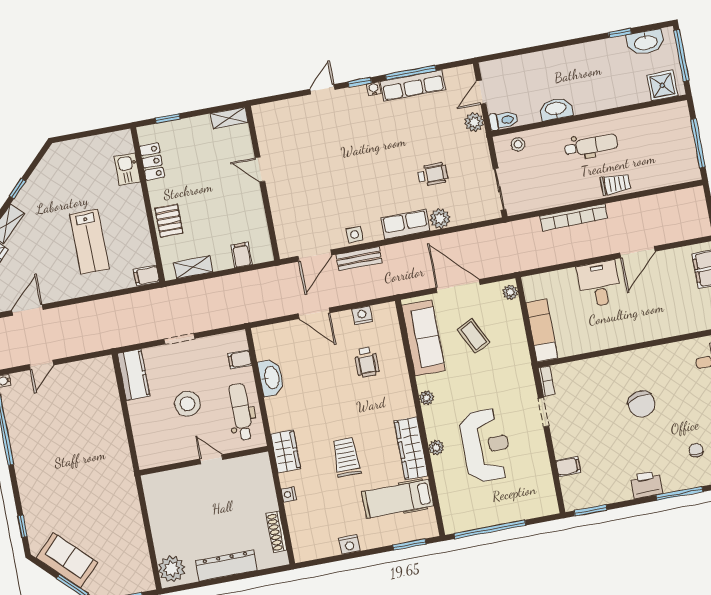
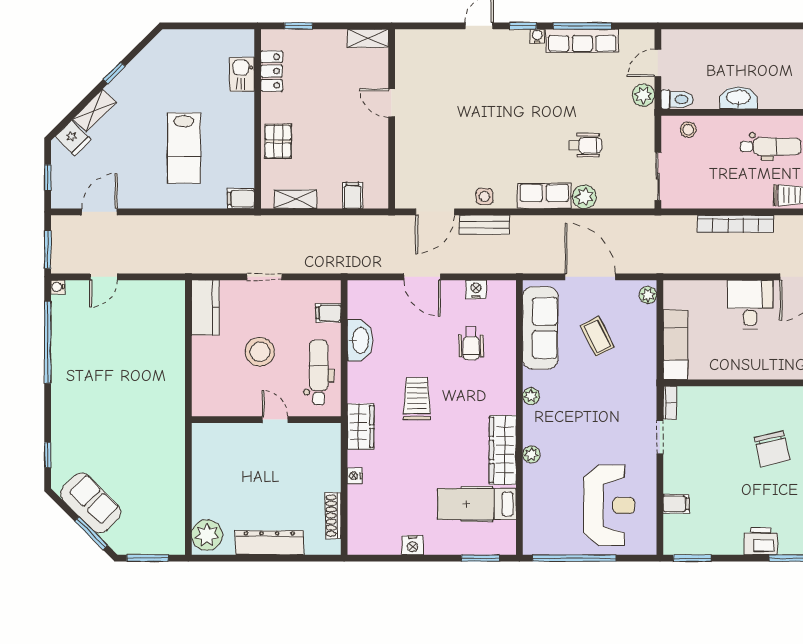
reception desk: (486, 445) -> (609, 505), moved
trolley: (346, 457) -> (417, 399), moved

